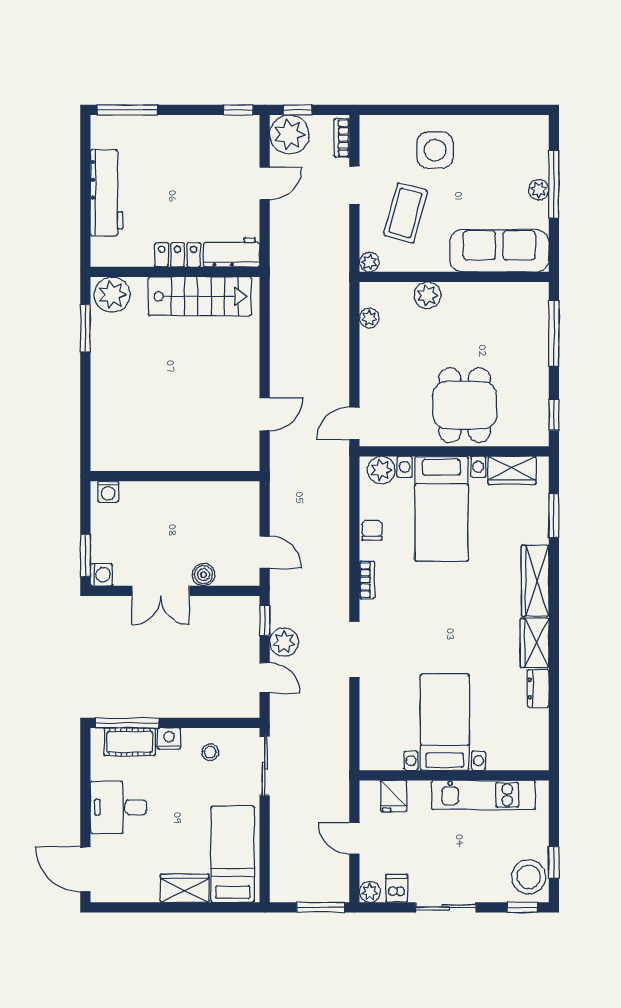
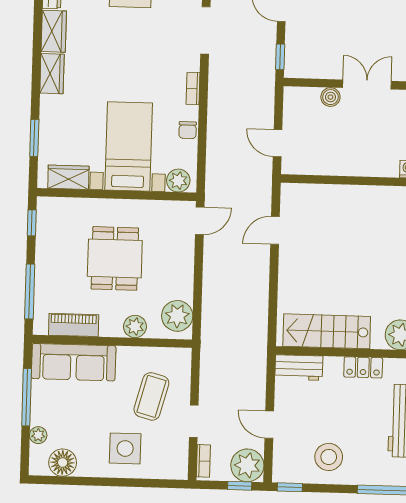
floor lamp: (509, 131) -> (63, 463), added
stool: (193, 147) -> (329, 457), added
door: (265, 184) -> (269, 425), hinge flipped
window: (554, 184) -> (27, 397), moved
plant: (539, 190) -> (38, 435), moved
locker: (178, 255) -> (363, 367), moved
plant: (369, 262) -> (183, 356), removed
piano: (500, 295) -> (74, 325), added
plant: (369, 318) -> (177, 316), width x1.88, depth x1.88
dining table: (465, 405) -> (115, 258), moved
door: (265, 552) -> (278, 143), moved
wardrobe: (535, 581) -> (52, 74), width x0.67
plant: (284, 642) -> (264, 38), removed

